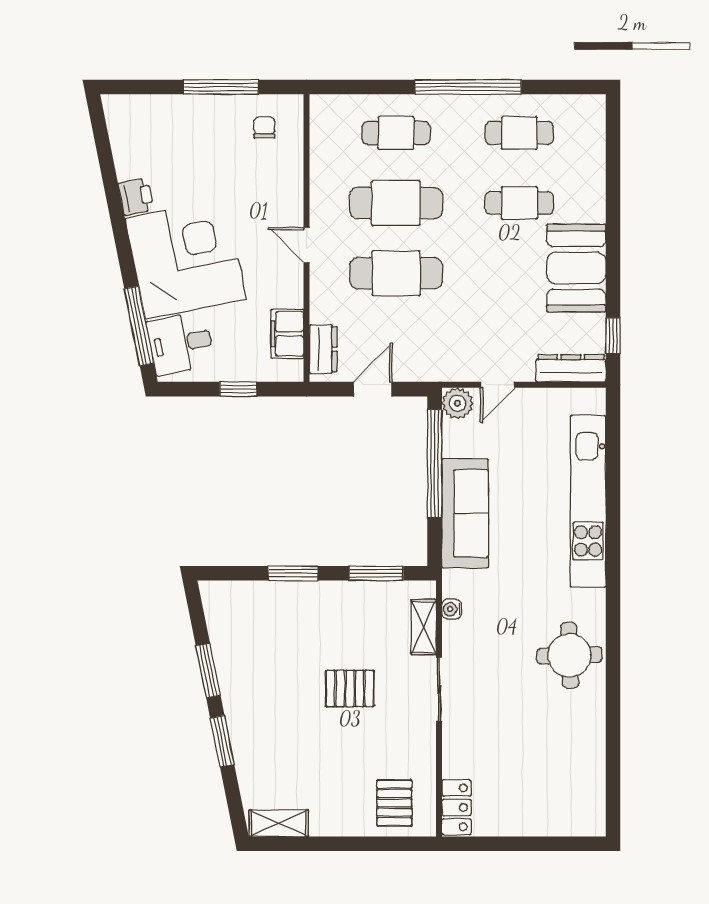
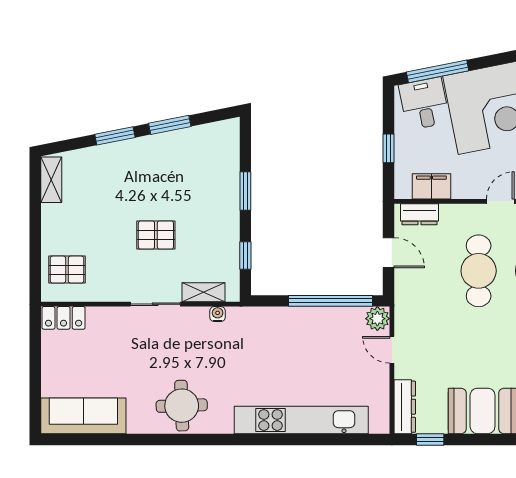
sofa: (465, 513) -> (83, 416), moved, turned 180
window: (376, 573) -> (245, 256), width x0.67
pallet: (350, 688) -> (156, 235), turned 90

